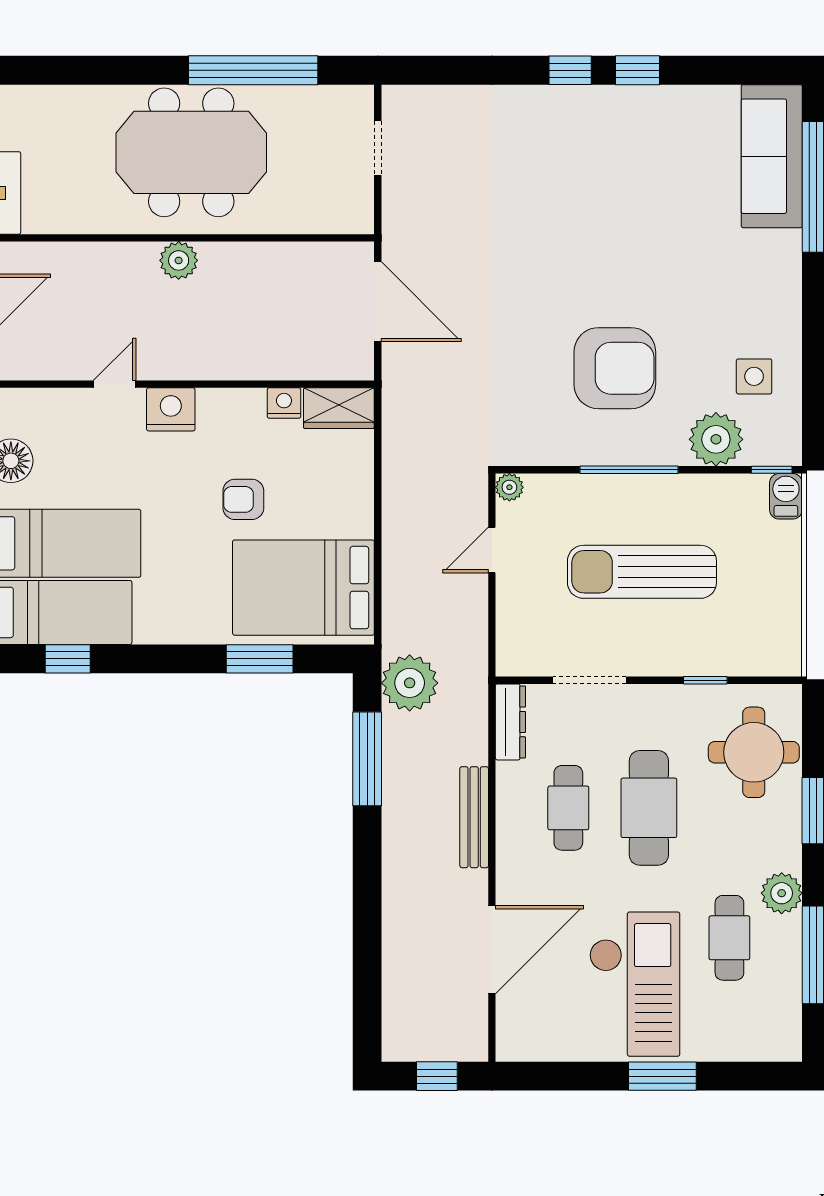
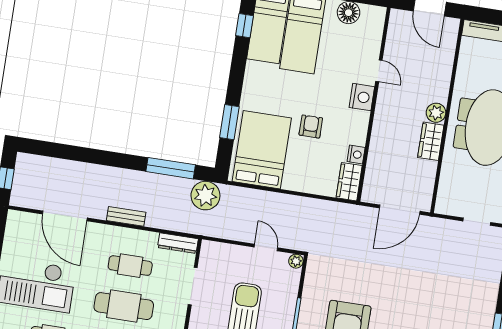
wardrobe: (236, 262) -> (431, 141), added
bench: (474, 817) -> (126, 216), width x0.73

